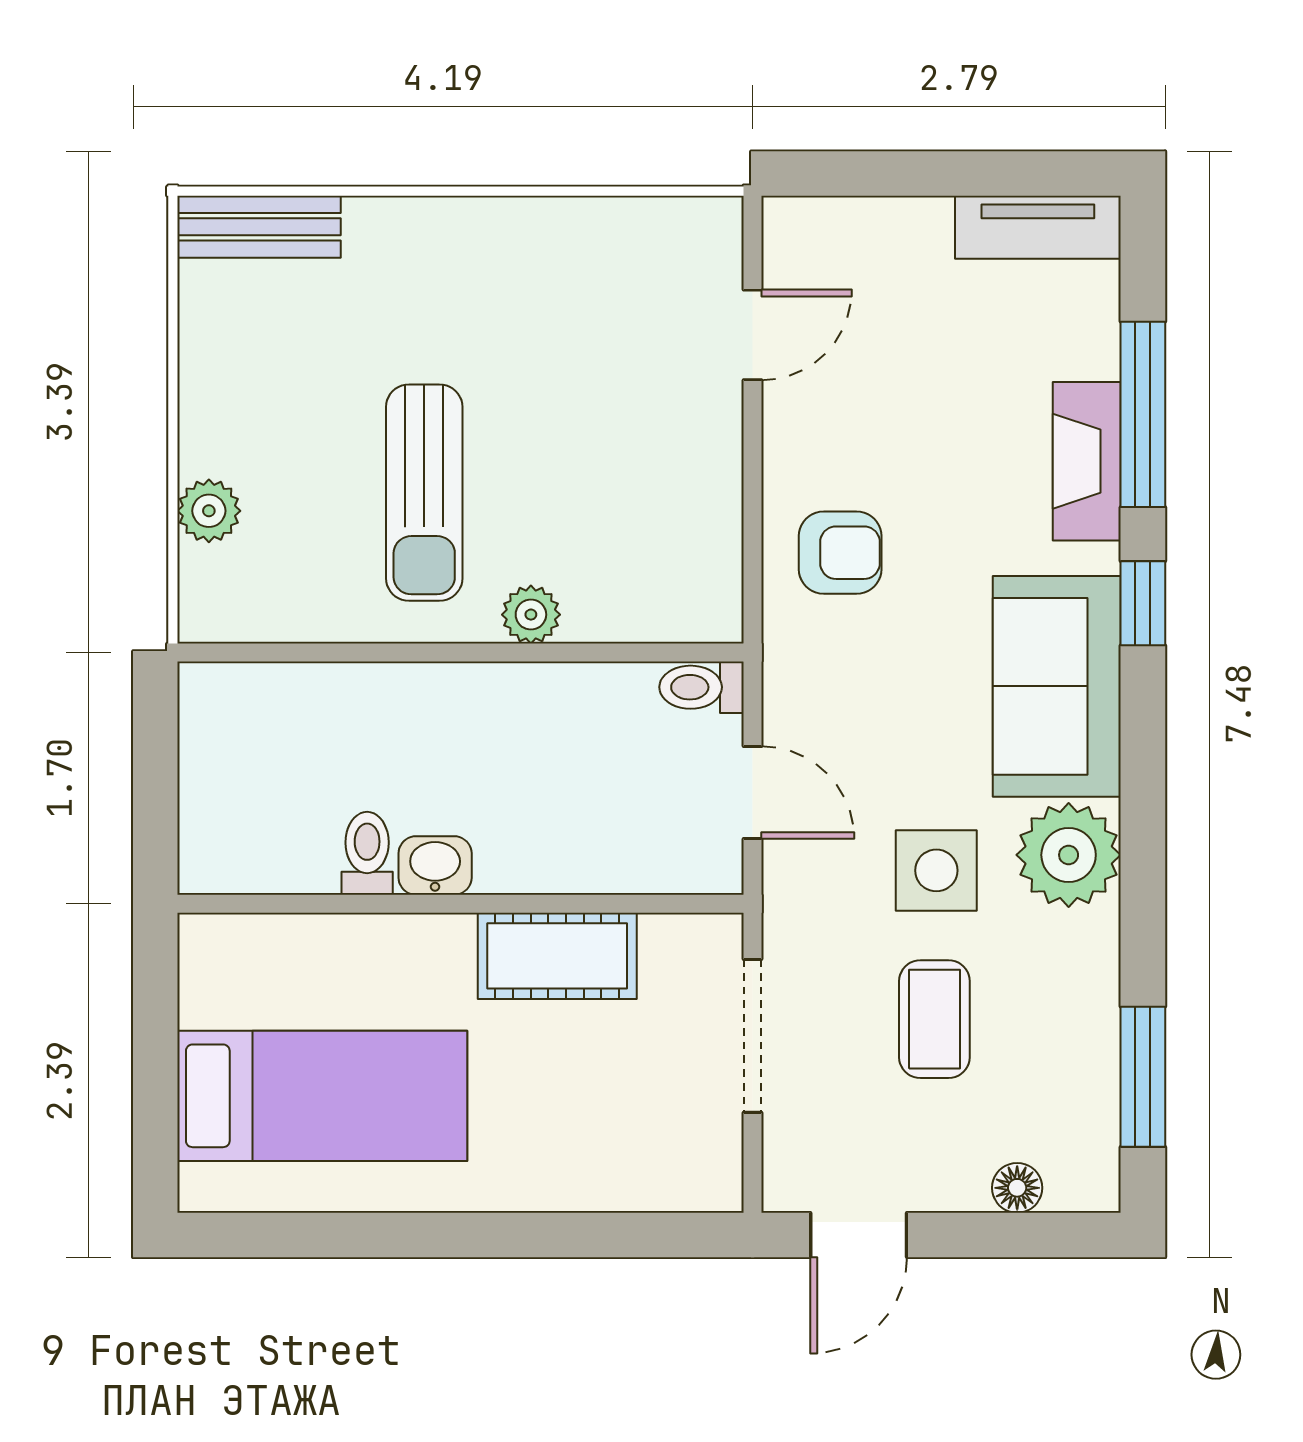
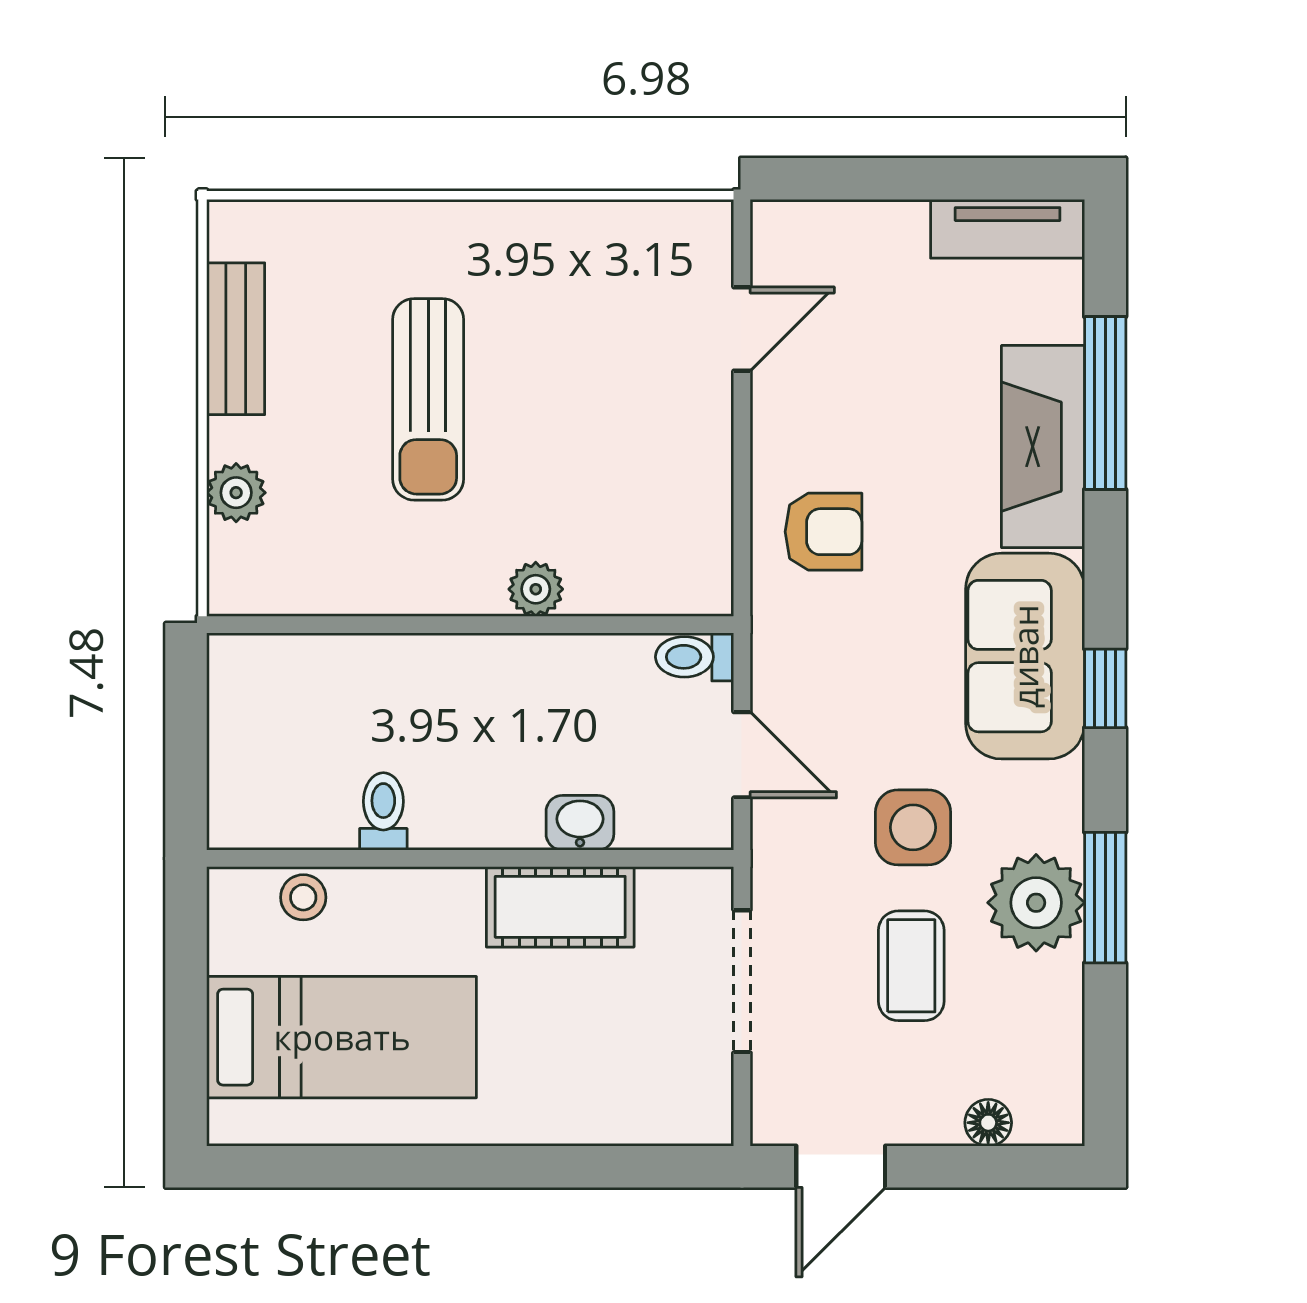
bench: (259, 227) -> (236, 339), moved, turned 90
fireplace: (1087, 461) -> (1043, 447), width x1.37, depth x1.32
sun lounger: (424, 493) -> (428, 399), moved
window: (1143, 603) -> (1105, 688), moved
plant: (1069, 855) -> (1036, 903), moved
washbasin: (435, 865) -> (580, 823), moved
stool: (281, 946) -> (303, 897), added
window: (1143, 1077) -> (1105, 898), moved

